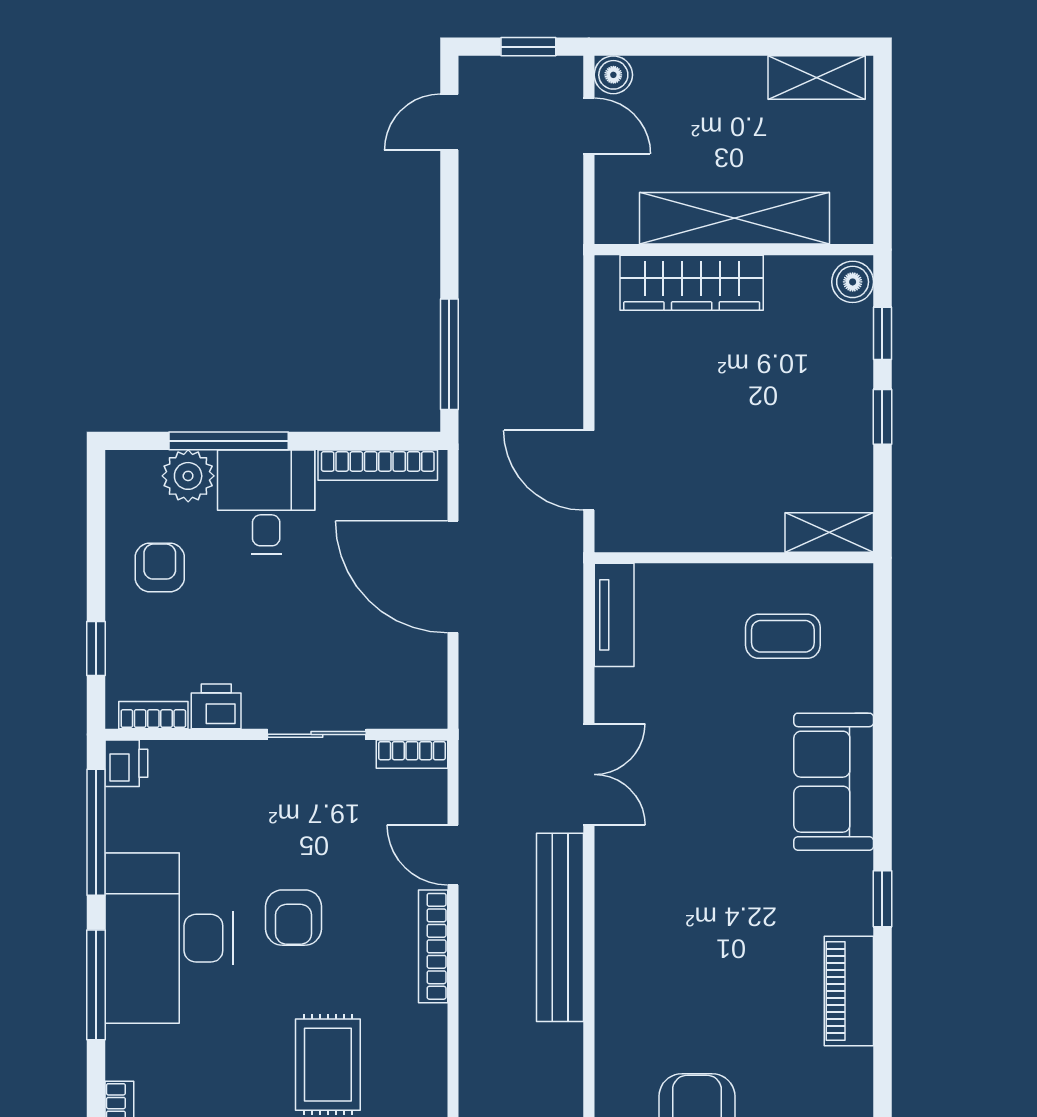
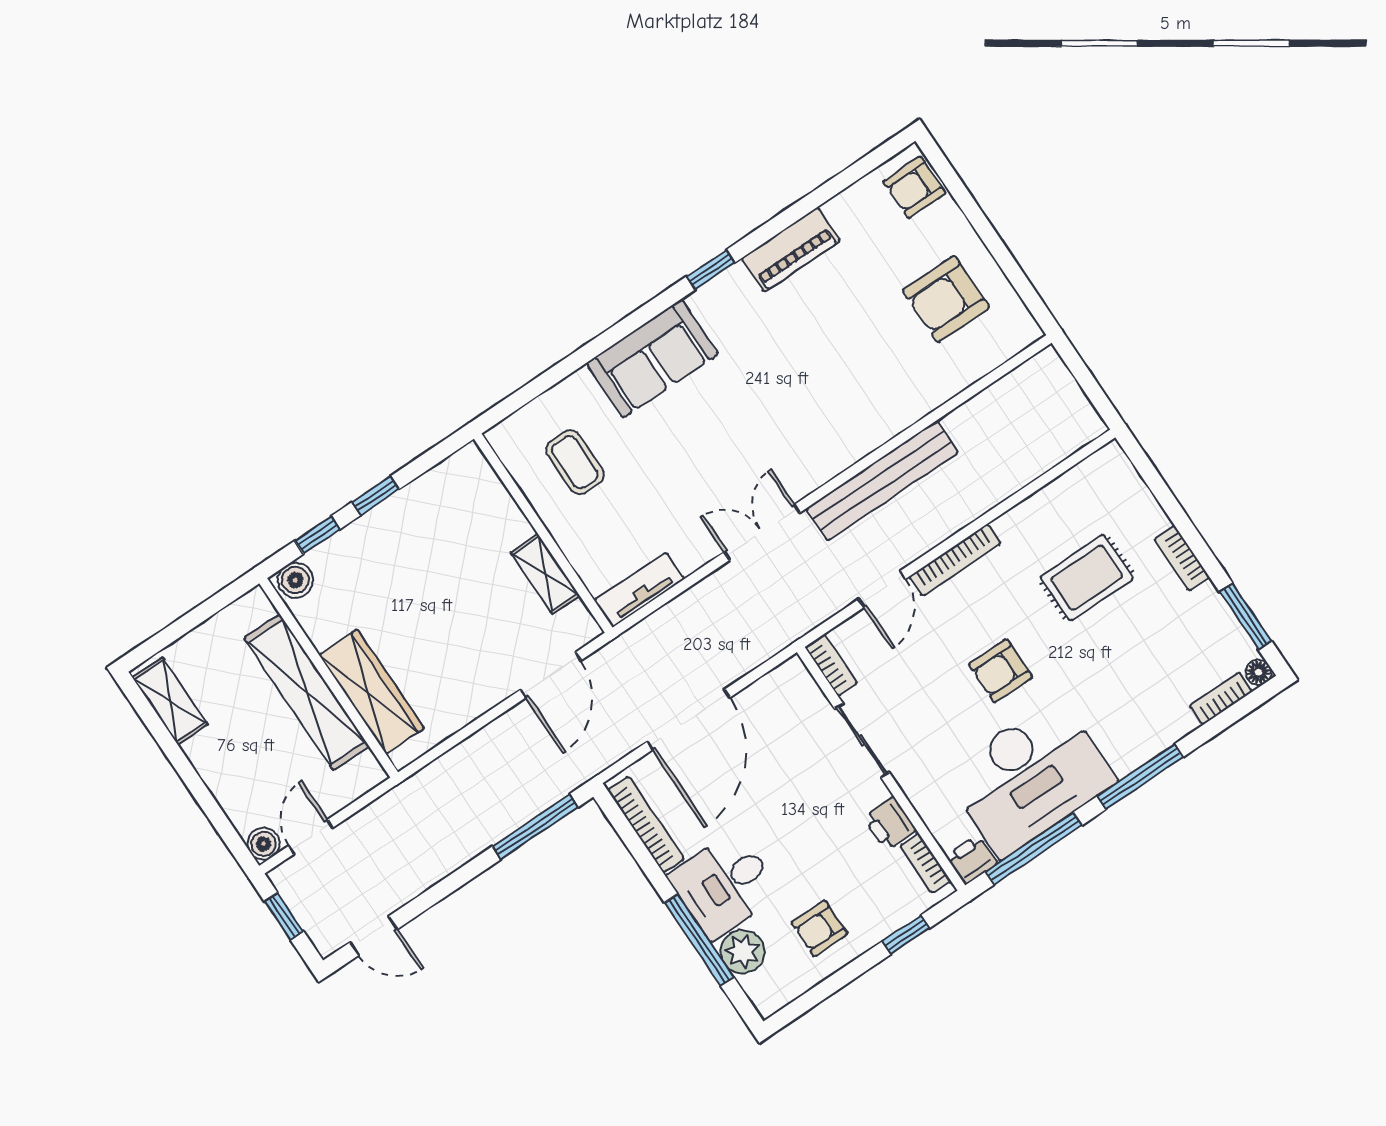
shelving: (829, 532) -> (545, 574), moved
armchair: (294, 918) -> (1000, 671), turned 180
desk: (169, 938) -> (1030, 777), moved

